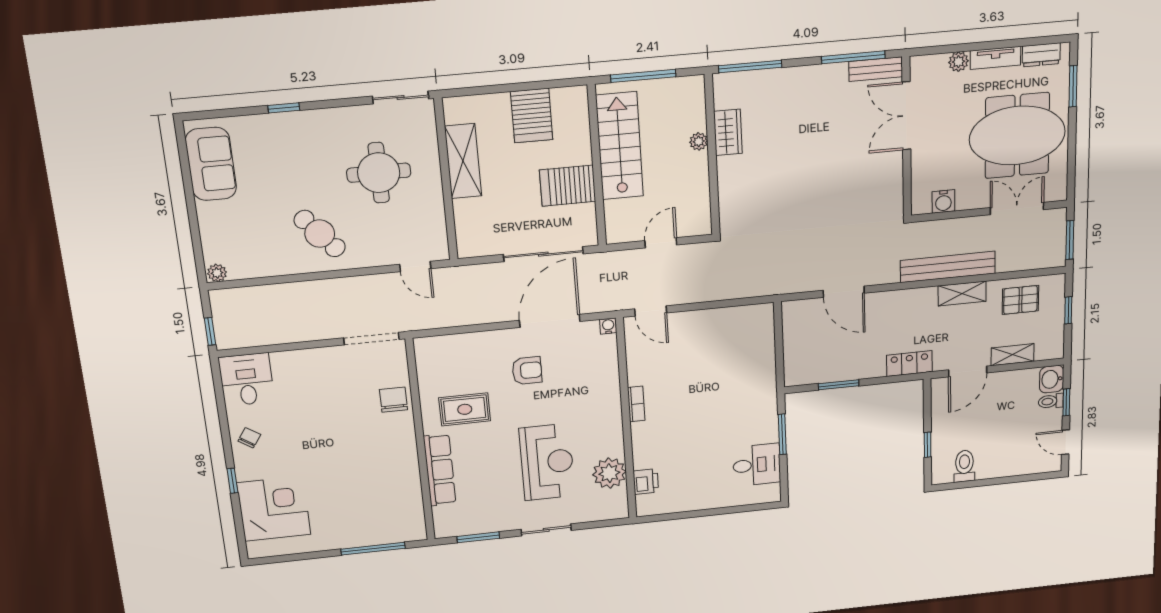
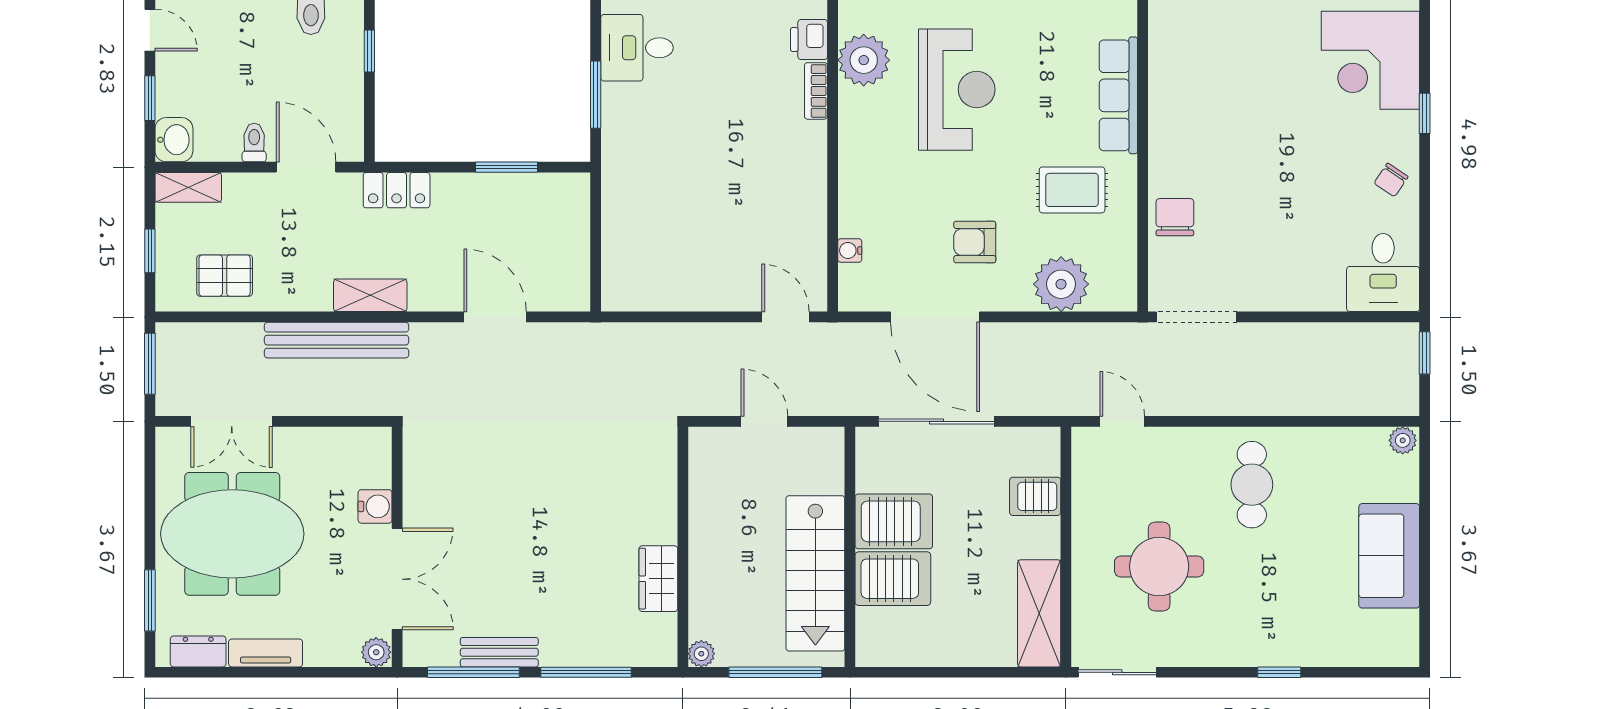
plant: (958, 62) -> (376, 652), moved
window: (750, 66) -> (586, 672), moved
bench: (876, 69) -> (499, 652), moved
server rack: (532, 116) -> (893, 579), moved, turned 90
plant: (699, 141) -> (701, 654), moved
shelving: (463, 161) -> (1039, 613), moved
sofa: (211, 164) -> (1389, 556), moved
water cooler: (943, 201) -> (375, 506), moved, turned 90
server rack: (471, 212) -> (1035, 496), added
cafe table: (320, 234) -> (1252, 485), turned 40
door: (661, 243) -> (764, 421), swing flipped
shelving: (962, 294) -> (370, 295), moved
door: (550, 321) -> (935, 317), hinge flipped
water cooler: (608, 326) -> (850, 250), moved, turned 90
plant: (466, 350) -> (1061, 284), added
shelving: (1012, 355) -> (188, 187), moved
door: (968, 371) -> (306, 167), hinge flipped
chair: (393, 400) -> (1175, 217), turned 180
toilet: (1051, 401) -> (254, 143), moved, turned -90
bookcase: (636, 404) -> (816, 91), moved
reception desk: (547, 462) -> (957, 90), turned 180

